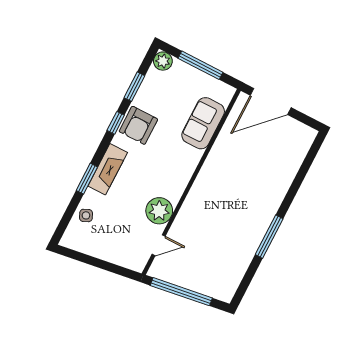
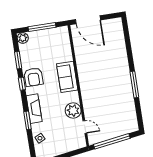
door: (271, 101) -> (88, 20), hinge flipped
sofa: (203, 123) -> (67, 77), moved
door: (159, 245) -> (85, 127), hinge flipped

